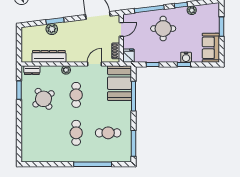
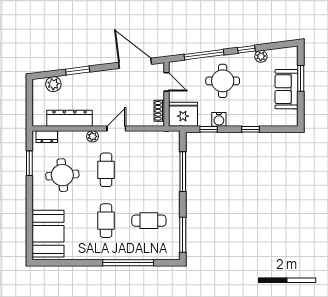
plant: (52, 29) -> (53, 84), moved
door: (121, 29) -> (166, 82), hinge flipped
sofa: (211, 48) -> (286, 89), moved
fridge: (128, 56) -> (183, 114), width x1.88, depth x1.34
water cooler: (186, 57) -> (219, 119), moved
door: (94, 64) -> (116, 128), moved
booth: (120, 83) -> (48, 234), moved
round table: (44, 99) -> (62, 175), turned 30

